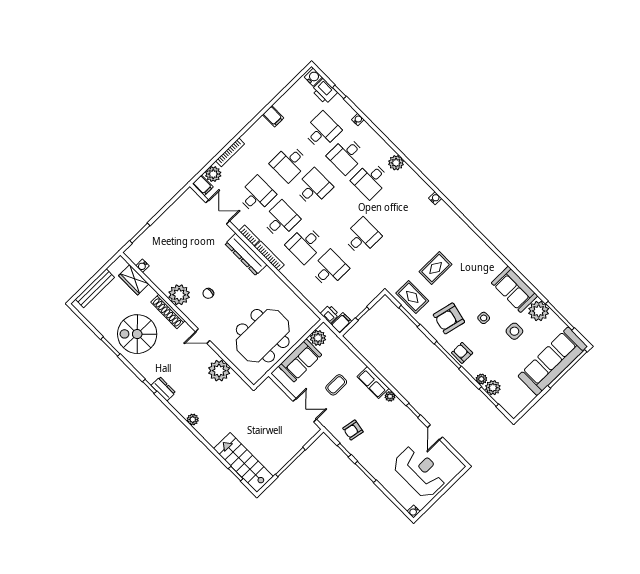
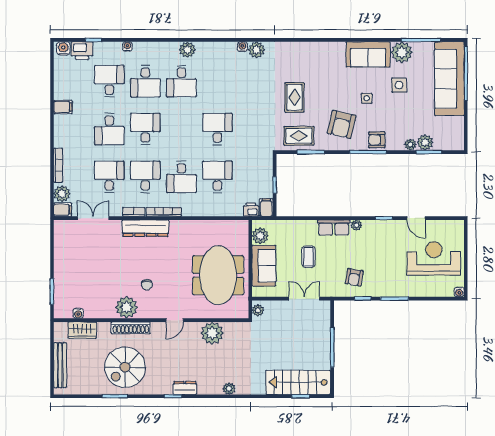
plant: (443, 210) -> (257, 50), added
plant: (265, 386) -> (258, 310), added

